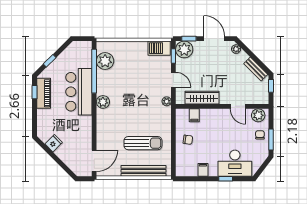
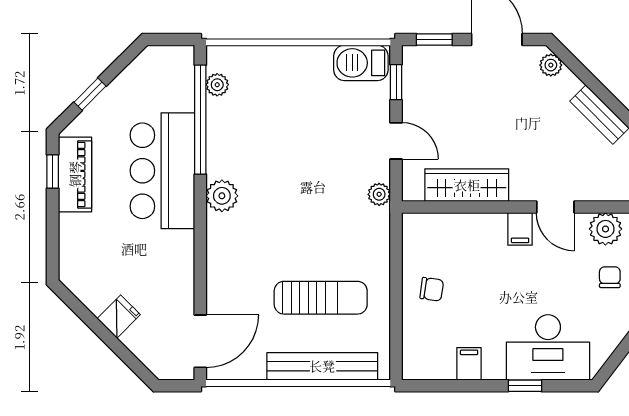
plant: (184, 49) -> (423, 66), removed
plant: (105, 61) -> (217, 85), width x0.53, depth x0.53
filing cabinet: (194, 115) -> (520, 229), moved
fridge: (54, 143) -> (119, 317), moved

